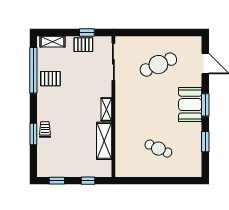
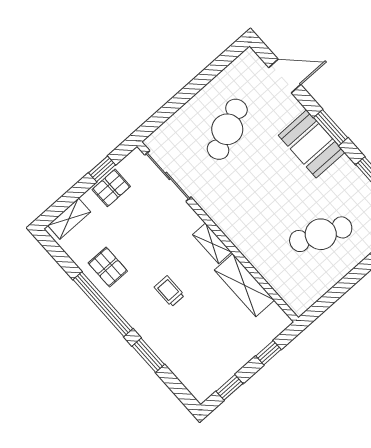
window: (33, 70) -> (103, 304), moved
pallet: (50, 79) -> (108, 267), turned 90
trolley: (45, 130) -> (169, 291), moved
cafe table: (158, 149) -> (321, 234), width x1.37, depth x1.35

